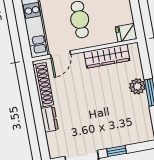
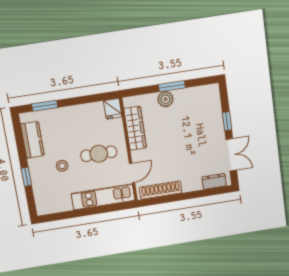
door: (61, 54) -> (132, 173), hinge flipped
dresser: (50, 119) -> (214, 181), moved

